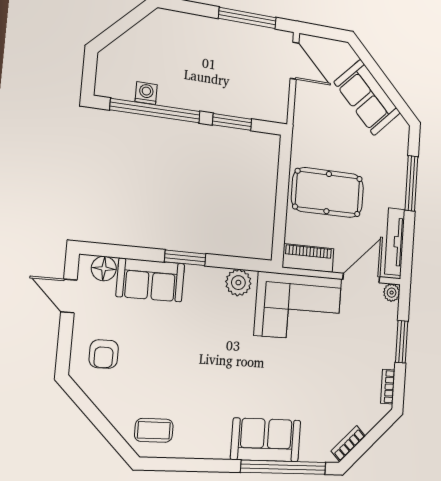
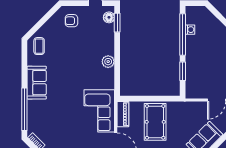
window: (185, 258) -> (117, 23), moved
sofa: (150, 280) -> (106, 39), removed
plant: (238, 283) -> (108, 62), moved
sofa: (266, 440) -> (37, 83), moved

